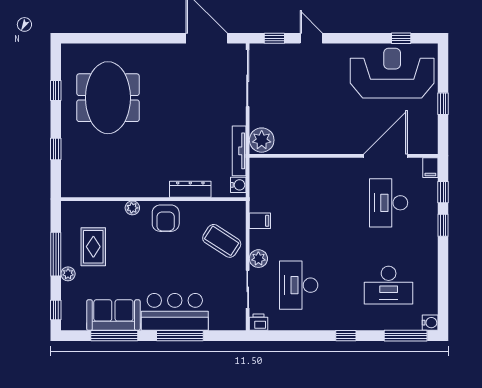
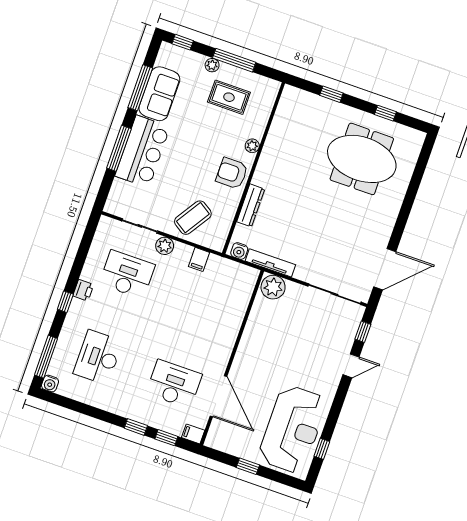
printer: (259, 322) -> (83, 290), moved

